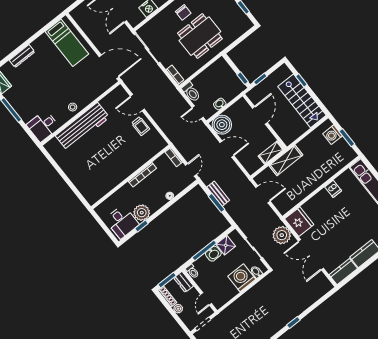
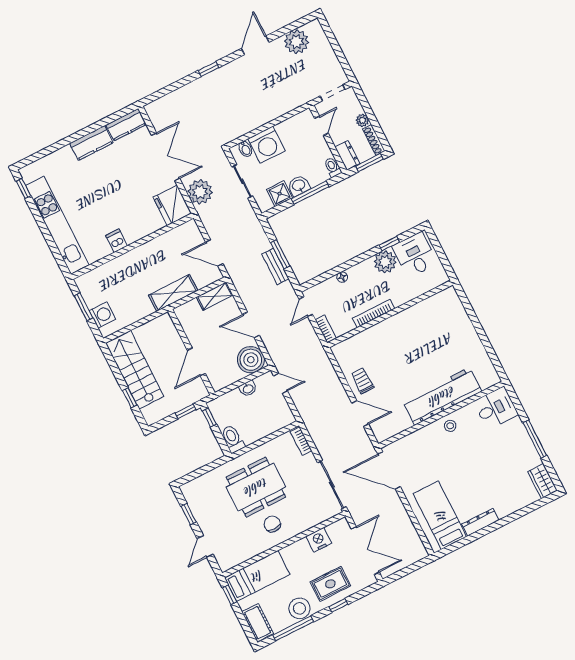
dresser: (22, 56) -> (480, 522), moved
toilet: (191, 92) -> (233, 439), moved
shelving: (271, 153) -> (215, 296), moved

